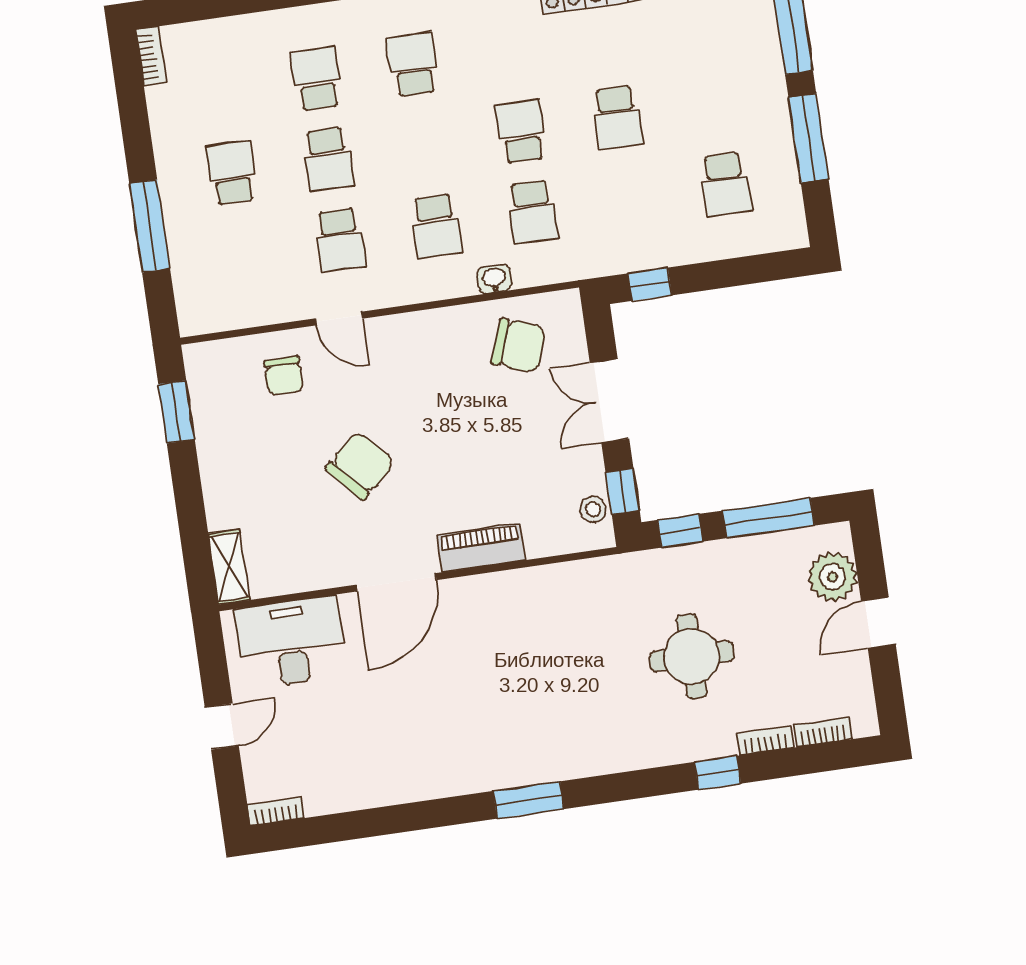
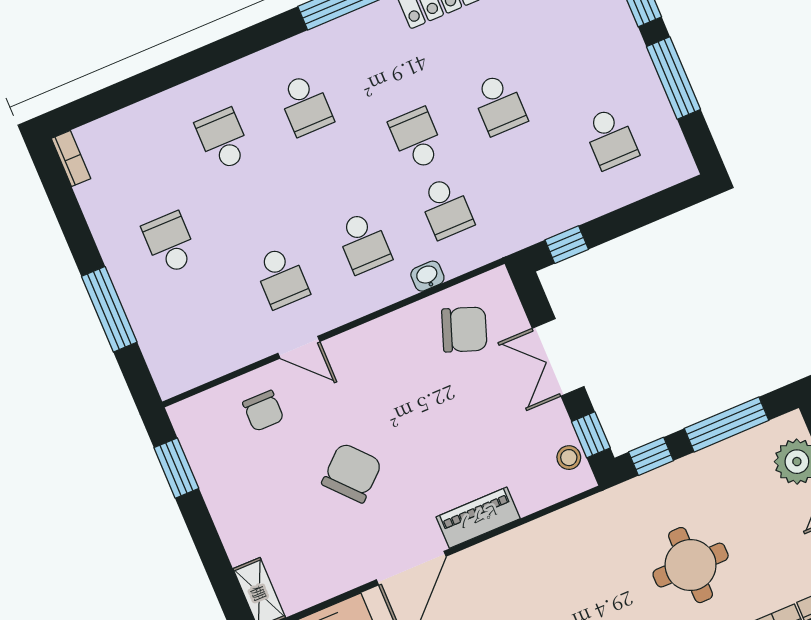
school desk: (413, 65) -> (305, 105), turned 180
school desk: (328, 159) -> (252, 208), removed

